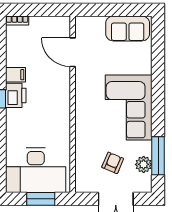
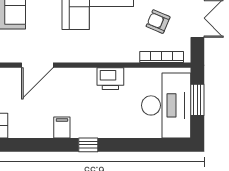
printer: (16, 95) -> (110, 79), moved, turned 180
bookcase: (80, 166) -> (162, 57), added

